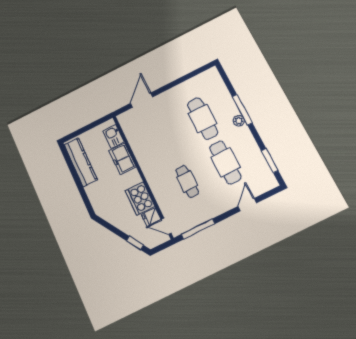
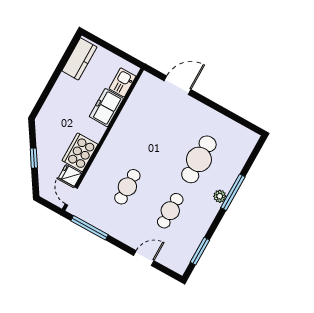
kitchen counter: (81, 162) -> (79, 59), width x0.67
cafe table: (225, 162) -> (170, 211), width x0.73, depth x0.74
window: (135, 243) -> (34, 158), moved

